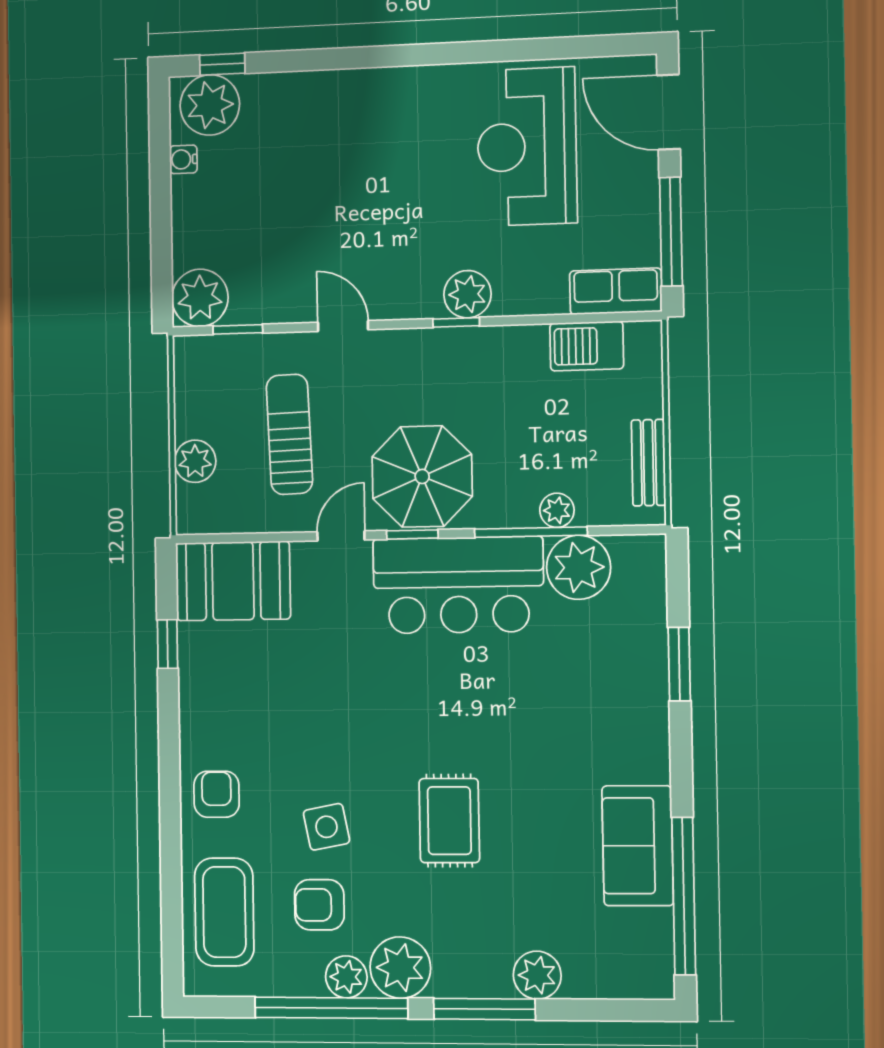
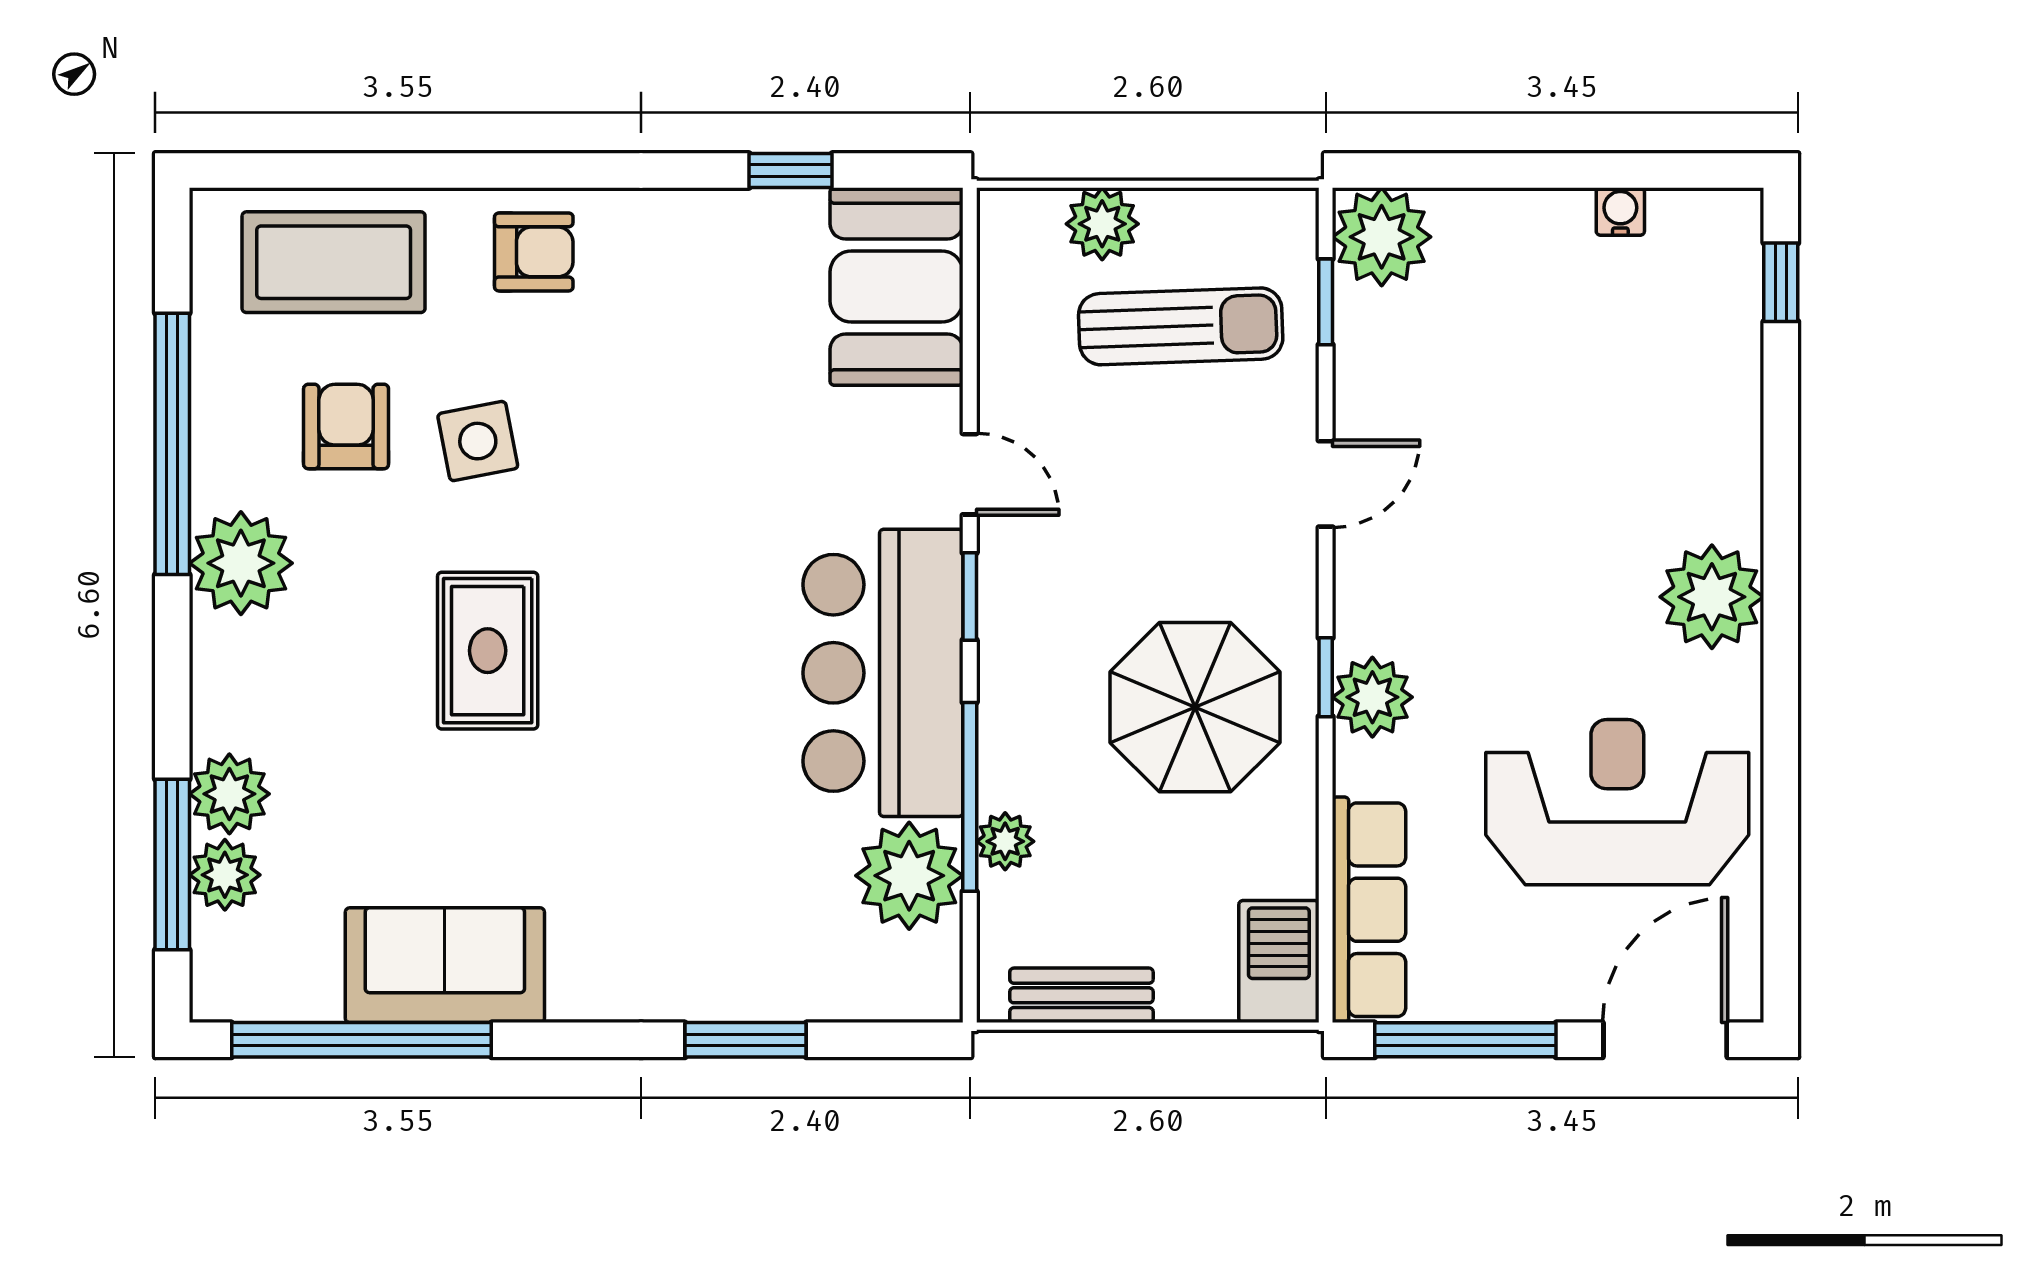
plant: (210, 105) -> (1712, 597), moved
row of seats: (616, 291) -> (1369, 910), width x1.48
barbecue: (587, 346) -> (1279, 962), moved
sun lounger: (289, 434) -> (1181, 326), moved
parasol: (422, 476) -> (1195, 707), moved
rug: (449, 821) -> (488, 651), turned 90
plant: (346, 977) -> (225, 875), moved
window: (484, 1009) -> (172, 864), moved

